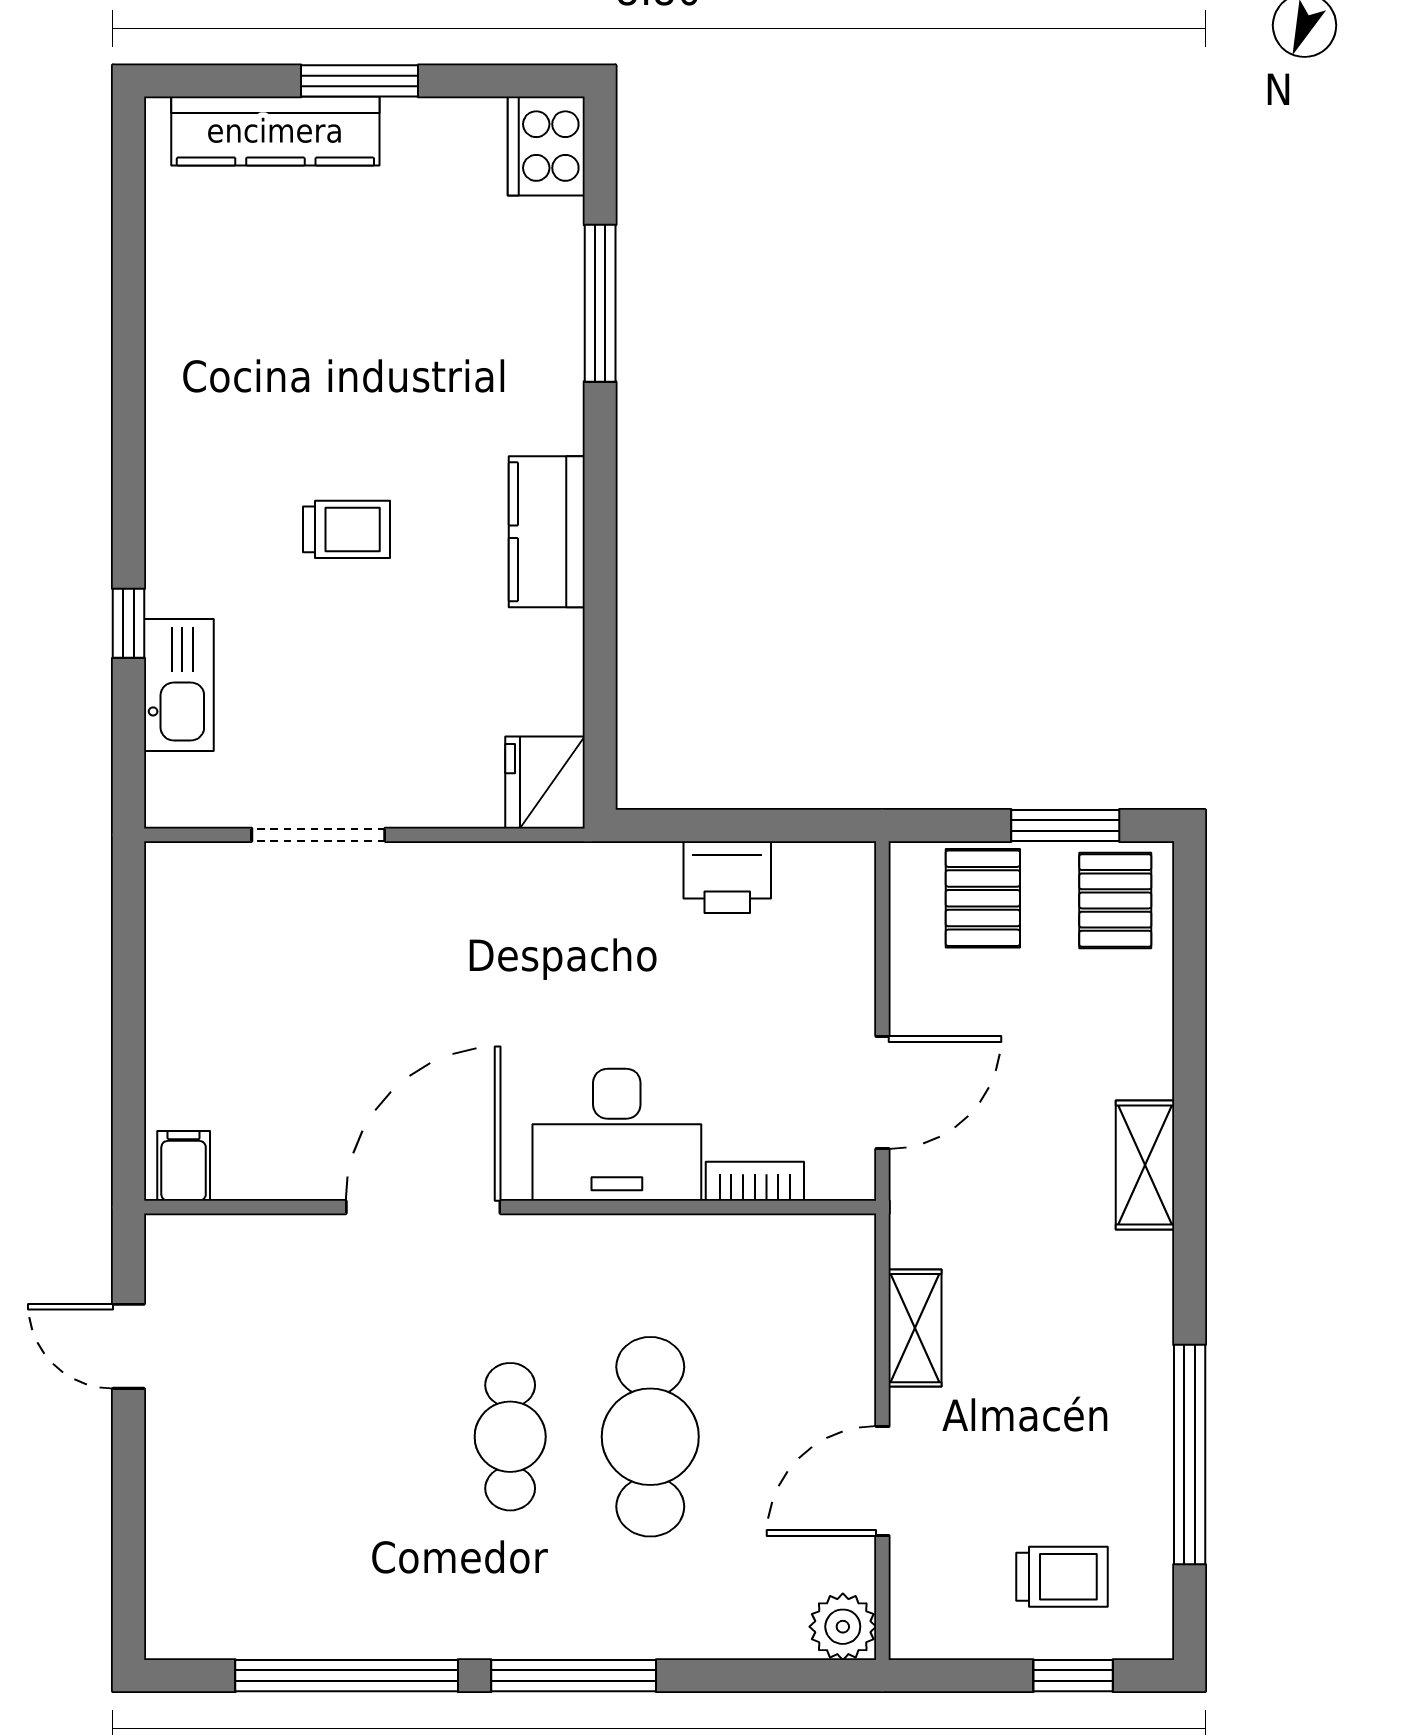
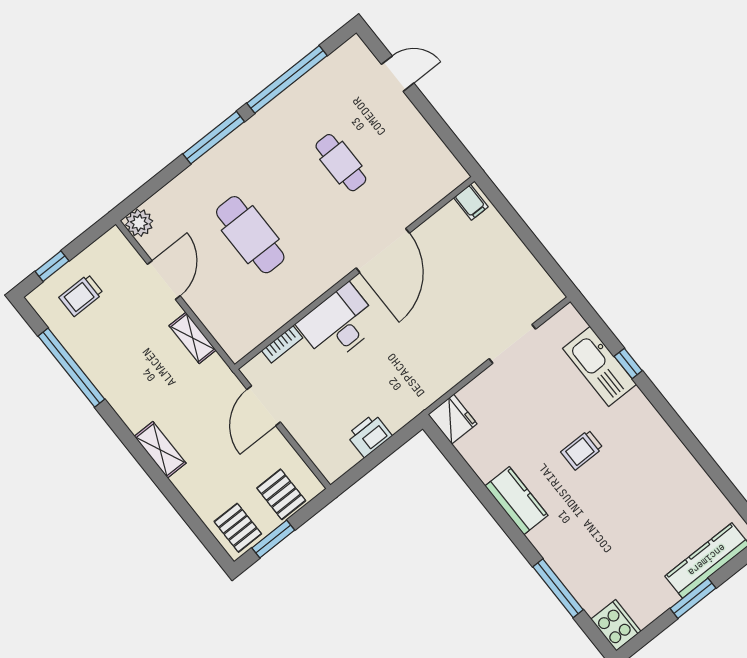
kitchen sink: (179, 685) -> (599, 366), width x1.36, depth x1.24
door: (129, 1346) -> (398, 74), moved
cafe table: (510, 1437) -> (341, 163), moved

